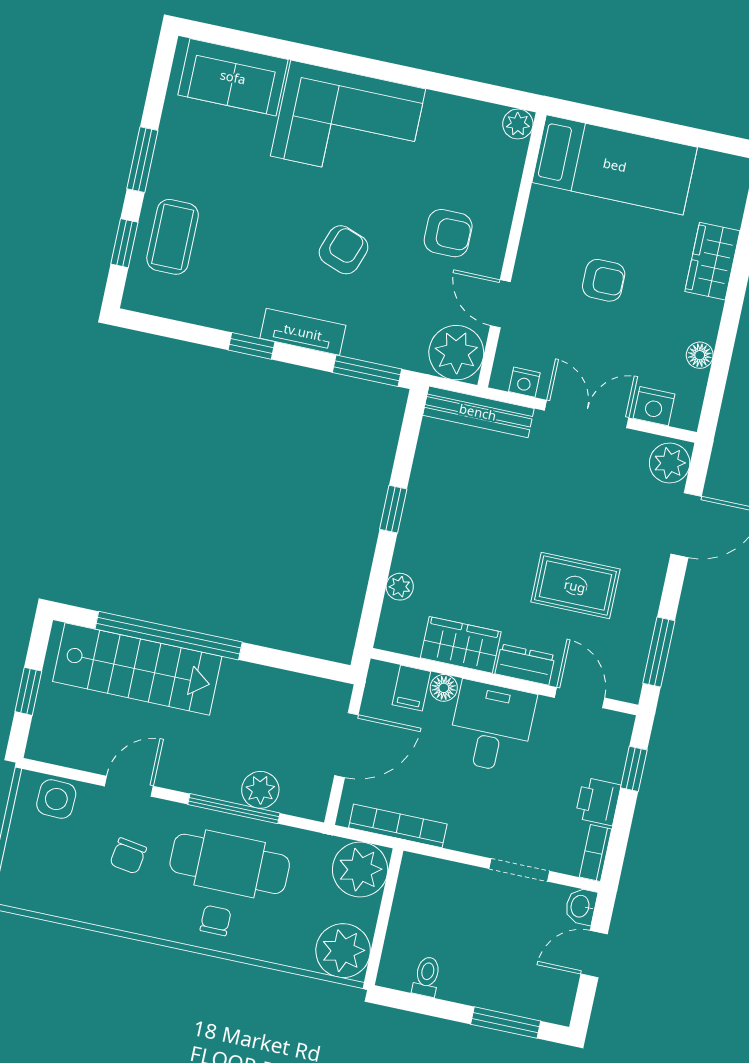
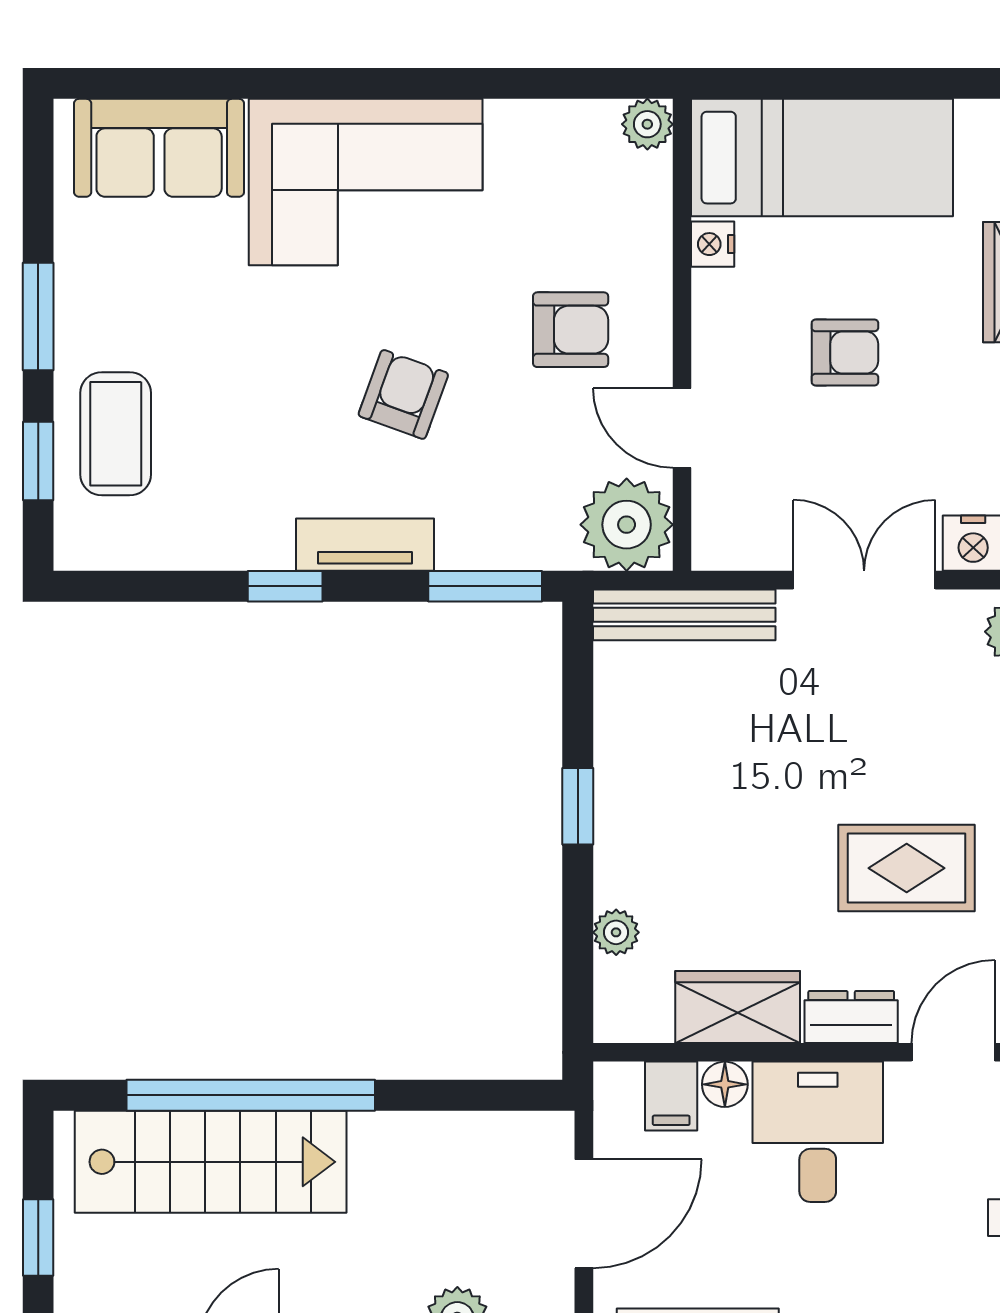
nightstand: (524, 382) -> (713, 244), moved, turned 90
door: (580, 698) -> (953, 1052), hinge flipped

